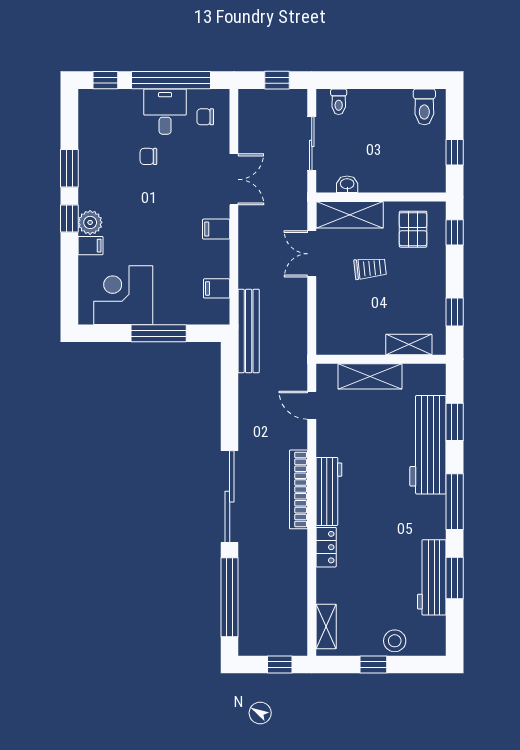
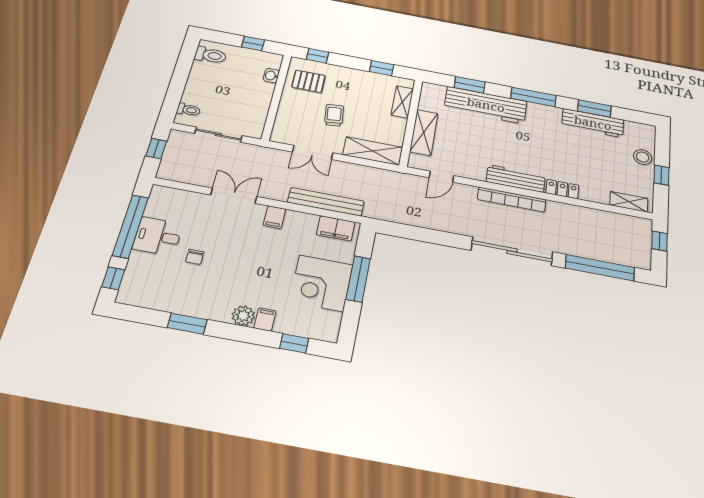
chair: (205, 117) -> (172, 207), removed
washbasin: (347, 184) -> (271, 76), moved
shelving: (350, 215) -> (373, 151), moved, turned 90
window: (69, 219) -> (294, 343), moved
filing cabinet: (217, 288) -> (336, 228), width x2.00
corner desk: (123, 295) -> (321, 283), moved
bench: (249, 331) -> (326, 202), moved

